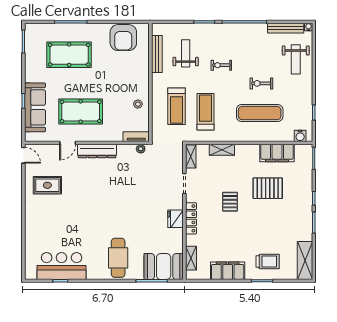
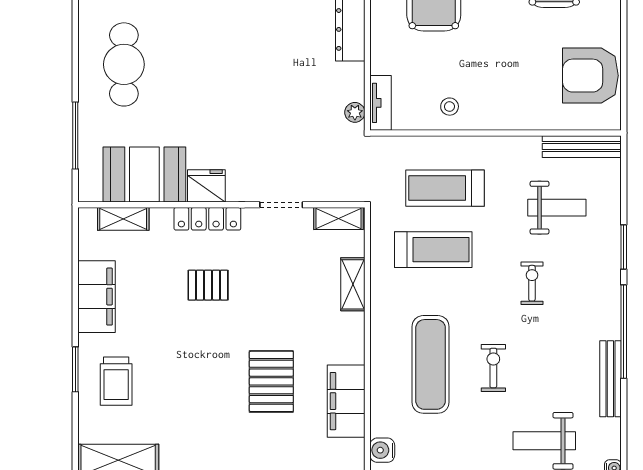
bench: (286, 28) -> (610, 379), moved
bench: (157, 54) -> (582, 147), moved
pallet: (230, 202) -> (208, 285), moved
cafe table: (118, 258) -> (124, 64), turned 90
booth: (164, 267) -> (144, 175), moved, turned 90

